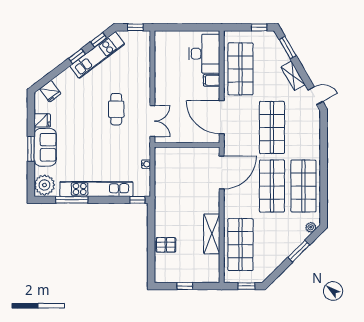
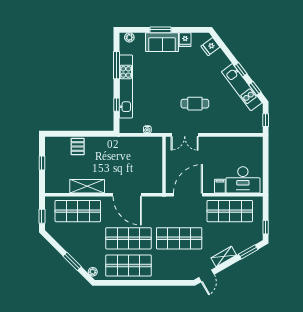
door: (222, 172) -> (127, 195), moved
plant: (44, 185) -> (129, 37), width x0.53, depth x0.53
window: (137, 200) -> (117, 105), moved

